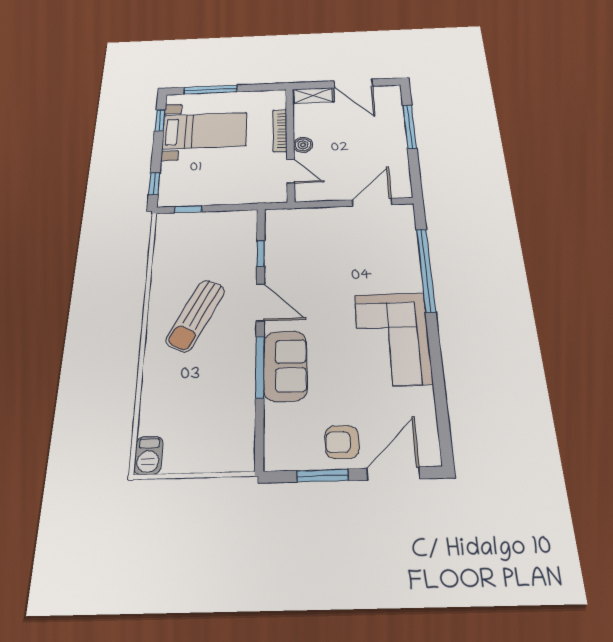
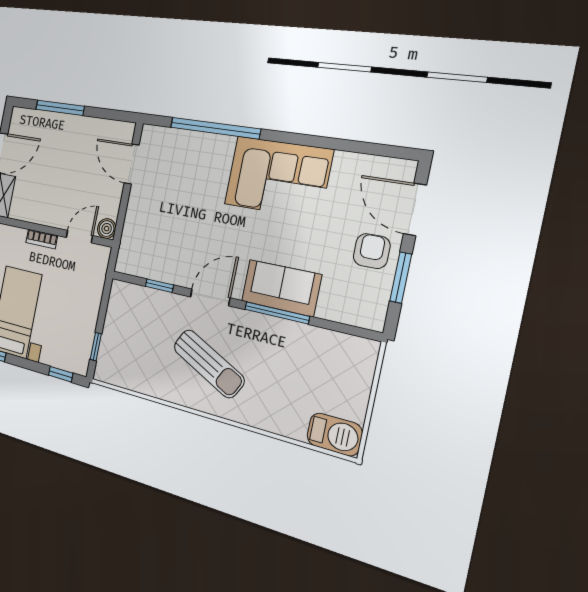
bookcase: (280, 131) -> (42, 239), width x0.64
boiler: (303, 145) -> (107, 229), moved
armchair: (342, 442) -> (372, 251), turned 180
barbecue: (148, 455) -> (334, 434), width x1.38, depth x1.27

